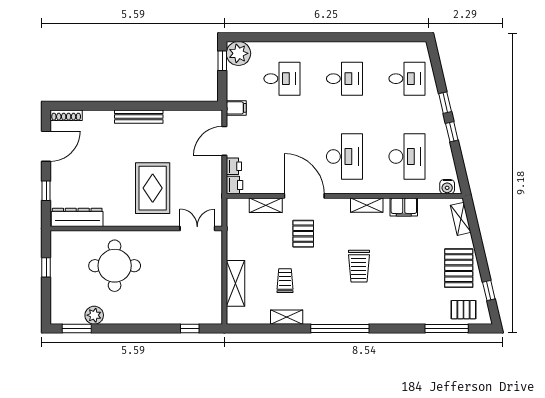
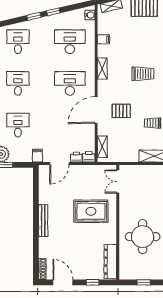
door: (224, 141) -> (59, 164), hinge flipped
shelving: (266, 205) -> (102, 147), moved
filing cabinet: (404, 207) -> (103, 39), width x0.50

